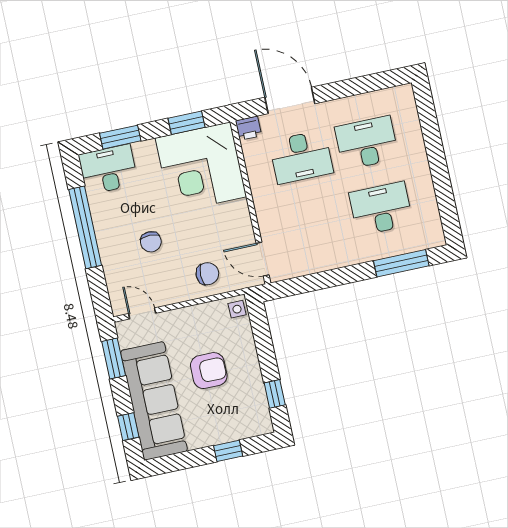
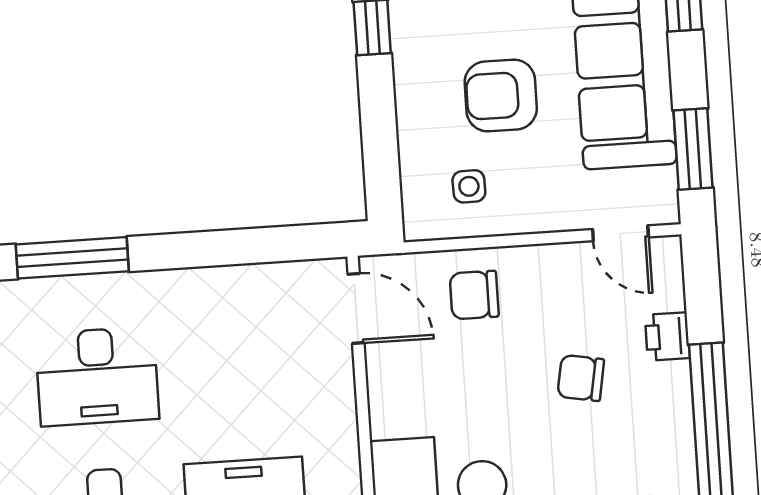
chair: (151, 242) -> (581, 378), turned -80
printer: (113, 268) -> (667, 336), added
side table: (237, 309) -> (469, 186), moved

